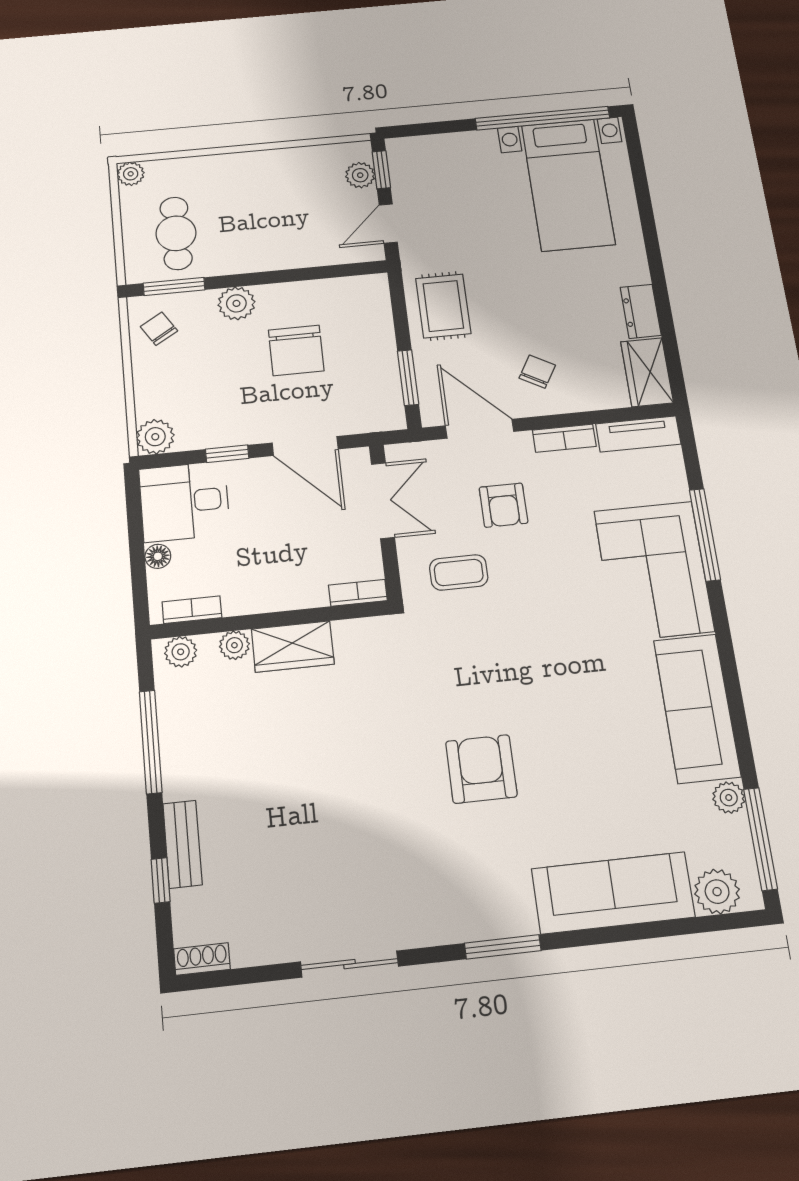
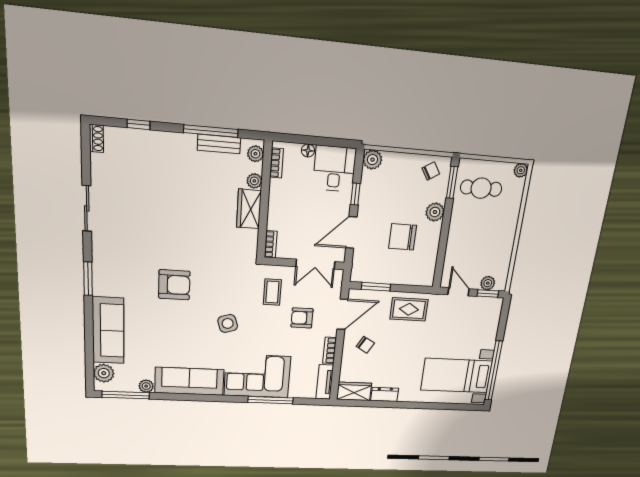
side table: (546, 650) -> (228, 323), added
bench: (183, 844) -> (219, 144), moved

